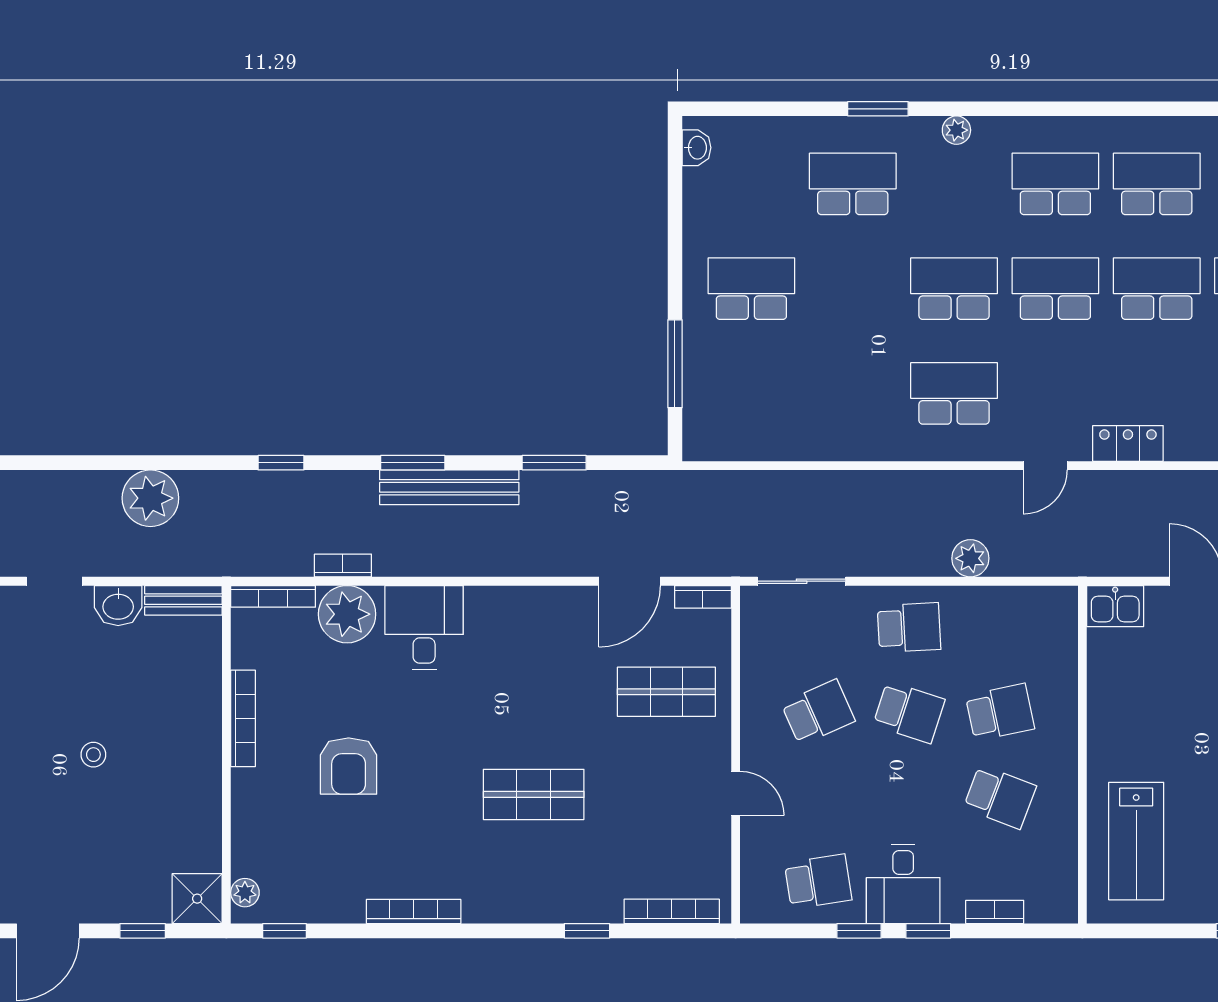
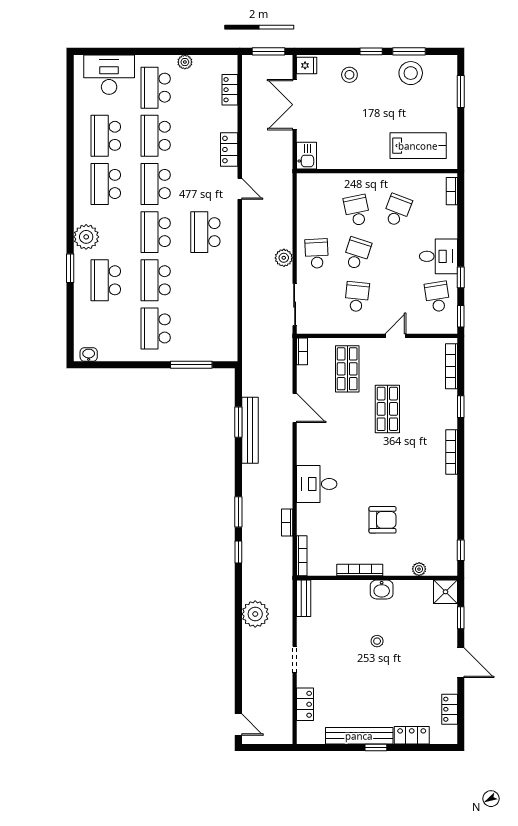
plant: (956, 130) -> (86, 237), width x1.88, depth x1.88
school desk: (853, 289) -> (156, 280), added
window: (413, 463) -> (238, 512), moved
bench: (449, 487) -> (250, 430), moved
plant: (970, 558) -> (284, 258), moved
door: (630, 581) -> (295, 408), moved
washbasin: (118, 606) -> (382, 589), moved, turned 90
plant: (347, 614) -> (310, 521), removed
school desk: (818, 712) -> (357, 297), turned 30
shop shelf: (534, 794) -> (387, 409), moved
plant: (245, 893) -> (419, 569), moved
bookcase: (414, 911) -> (452, 452), moved
bookcase: (995, 912) -> (452, 191), moved
window: (928, 931) -> (461, 316), moved

